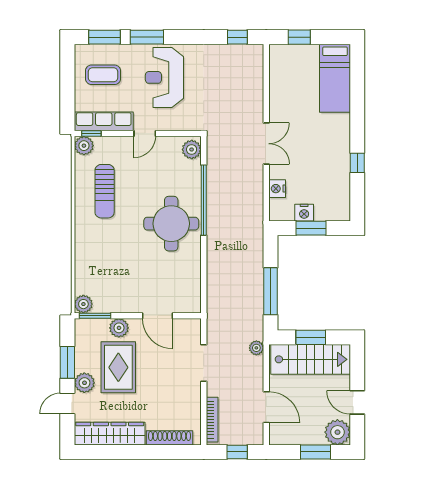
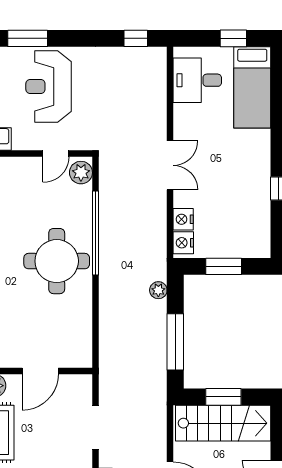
window: (299, 37) -> (233, 38), moved
desk: (289, 72) -> (197, 80), added
door: (145, 133) -> (56, 153), moved
nightstand: (304, 213) -> (183, 243), moved, turned 90
door: (157, 316) -> (40, 371), hinge flipped
plant: (256, 348) -> (158, 290), moved

